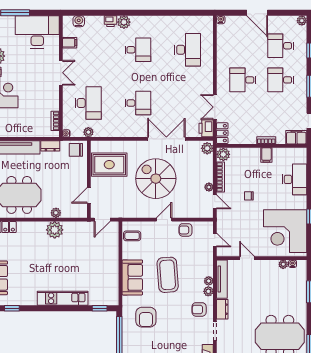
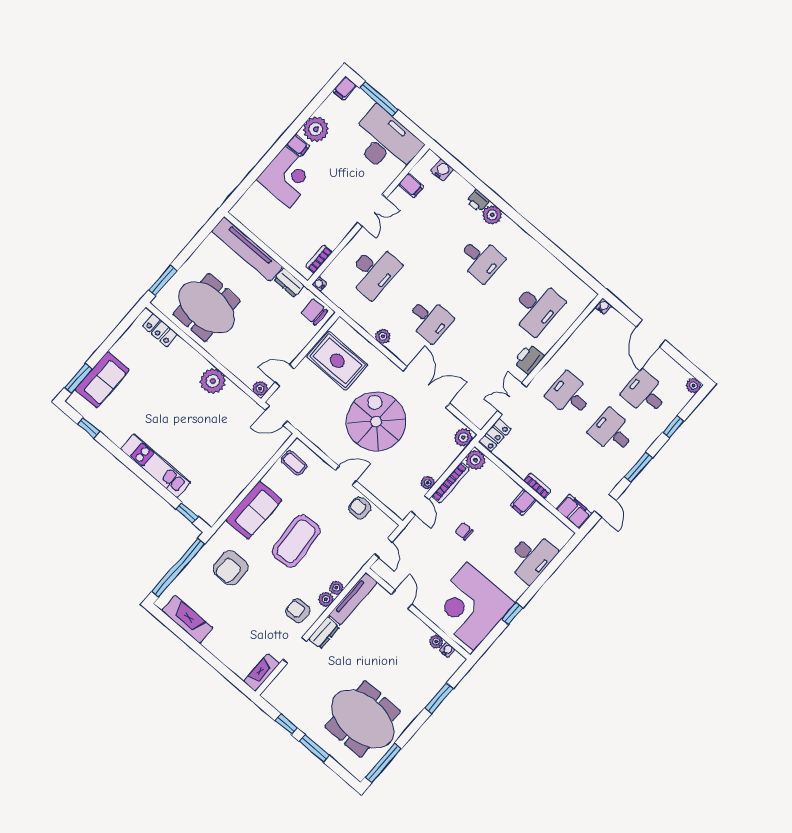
printer: (206, 128) -> (529, 359), moved
plant: (88, 132) -> (383, 336), moved
plant: (56, 213) -> (260, 389), moved

